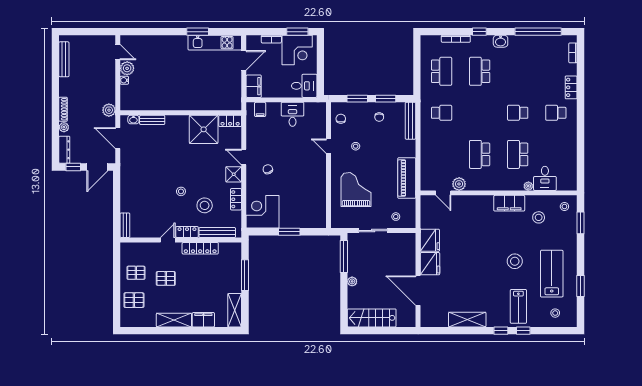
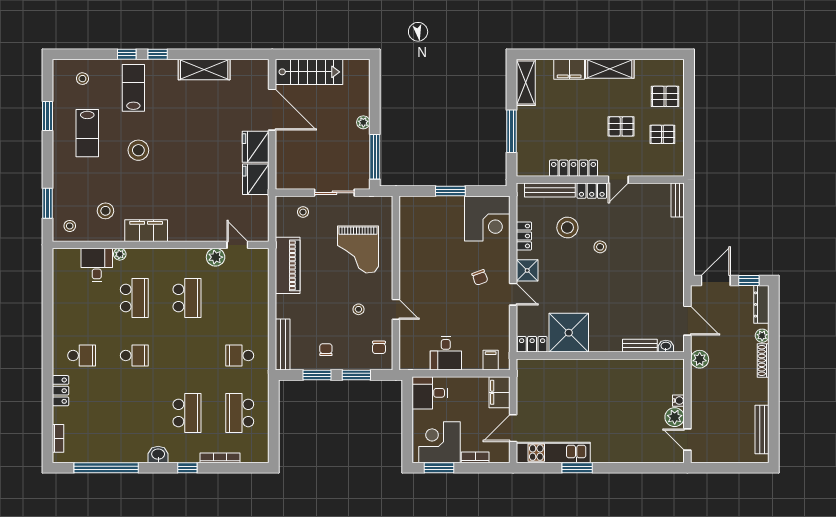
lab bench: (552, 274) -> (87, 133), width x0.73, depth x0.72
stairs: (372, 318) -> (309, 72), moved

